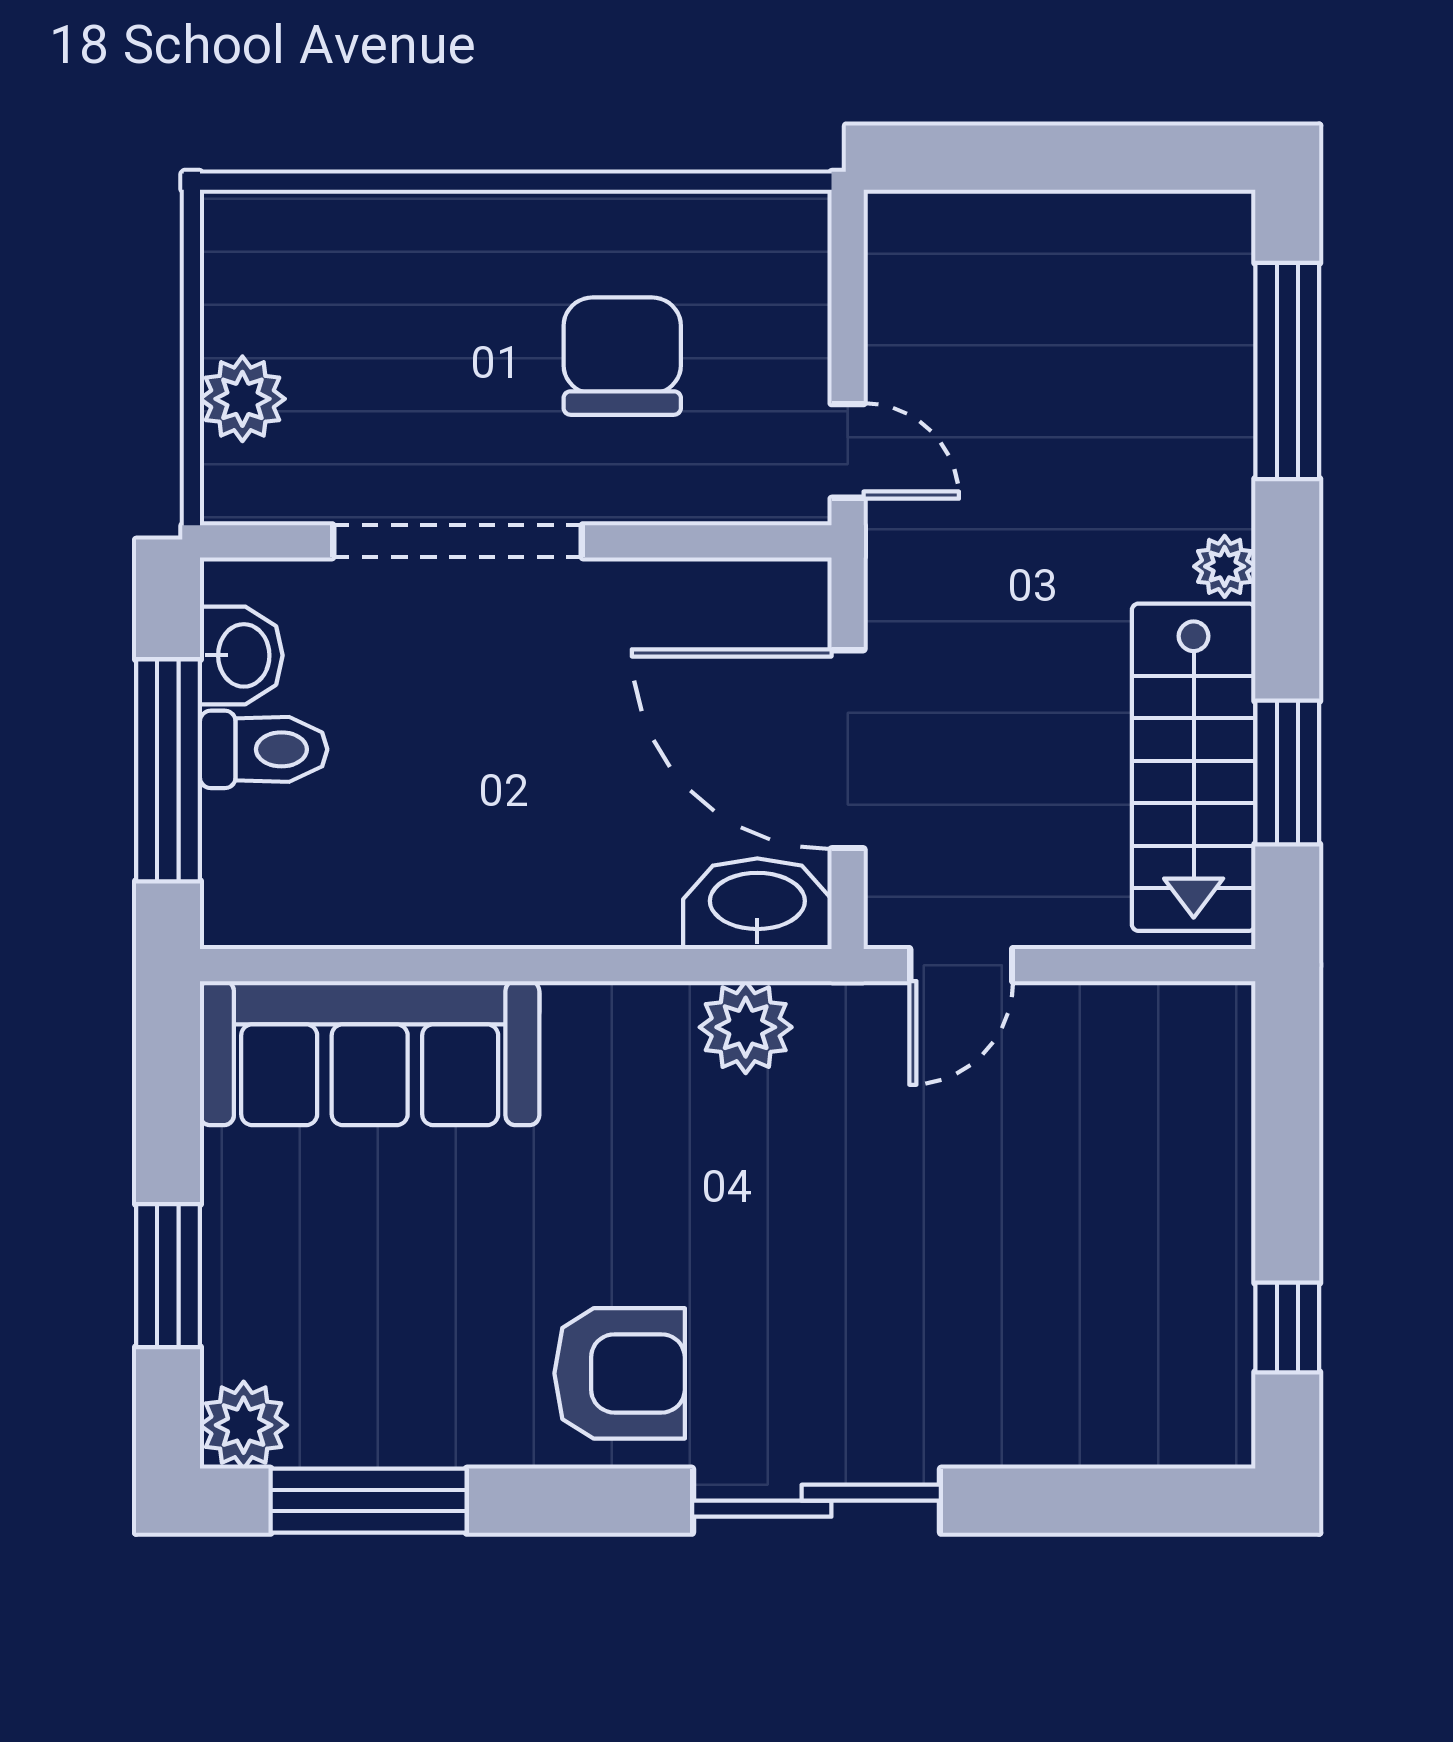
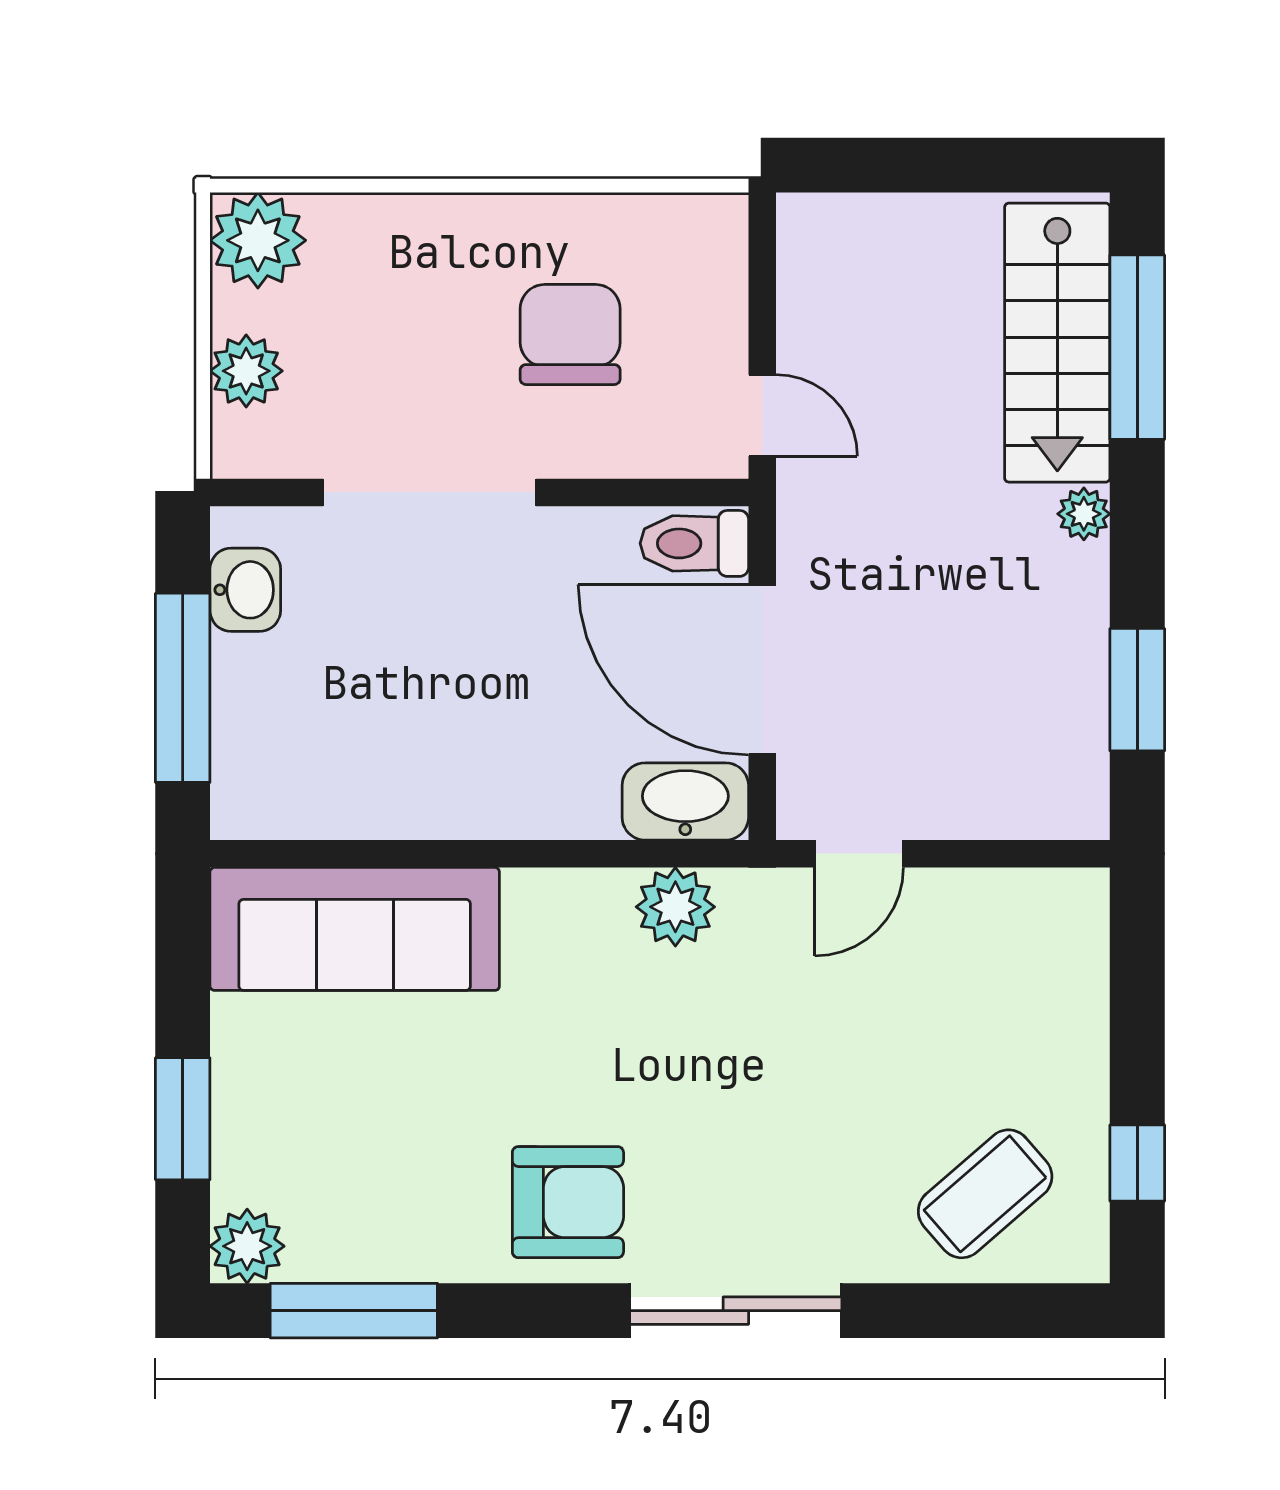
plant: (256, 246) -> (258, 240), added
toilet: (264, 749) -> (694, 543), moved, turned 180
stairs: (1194, 767) -> (1057, 343), moved
coffee table: (1109, 1364) -> (985, 1194), added

